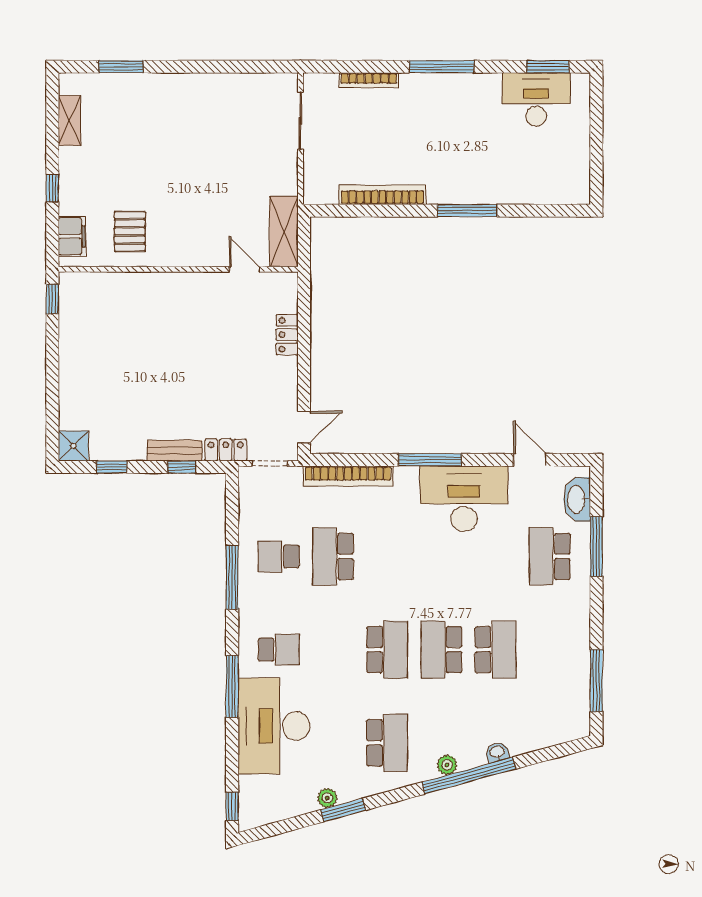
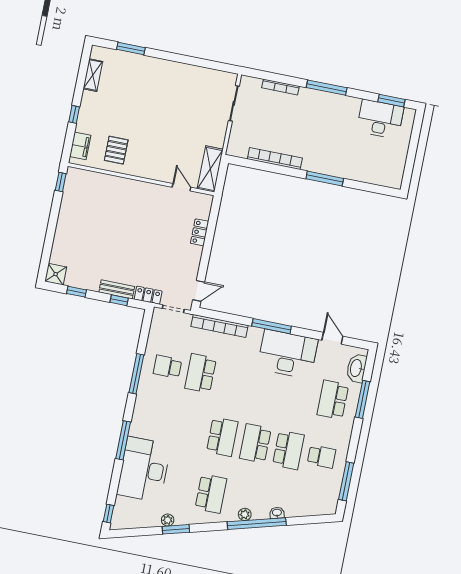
school desk: (279, 650) -> (321, 457), moved

